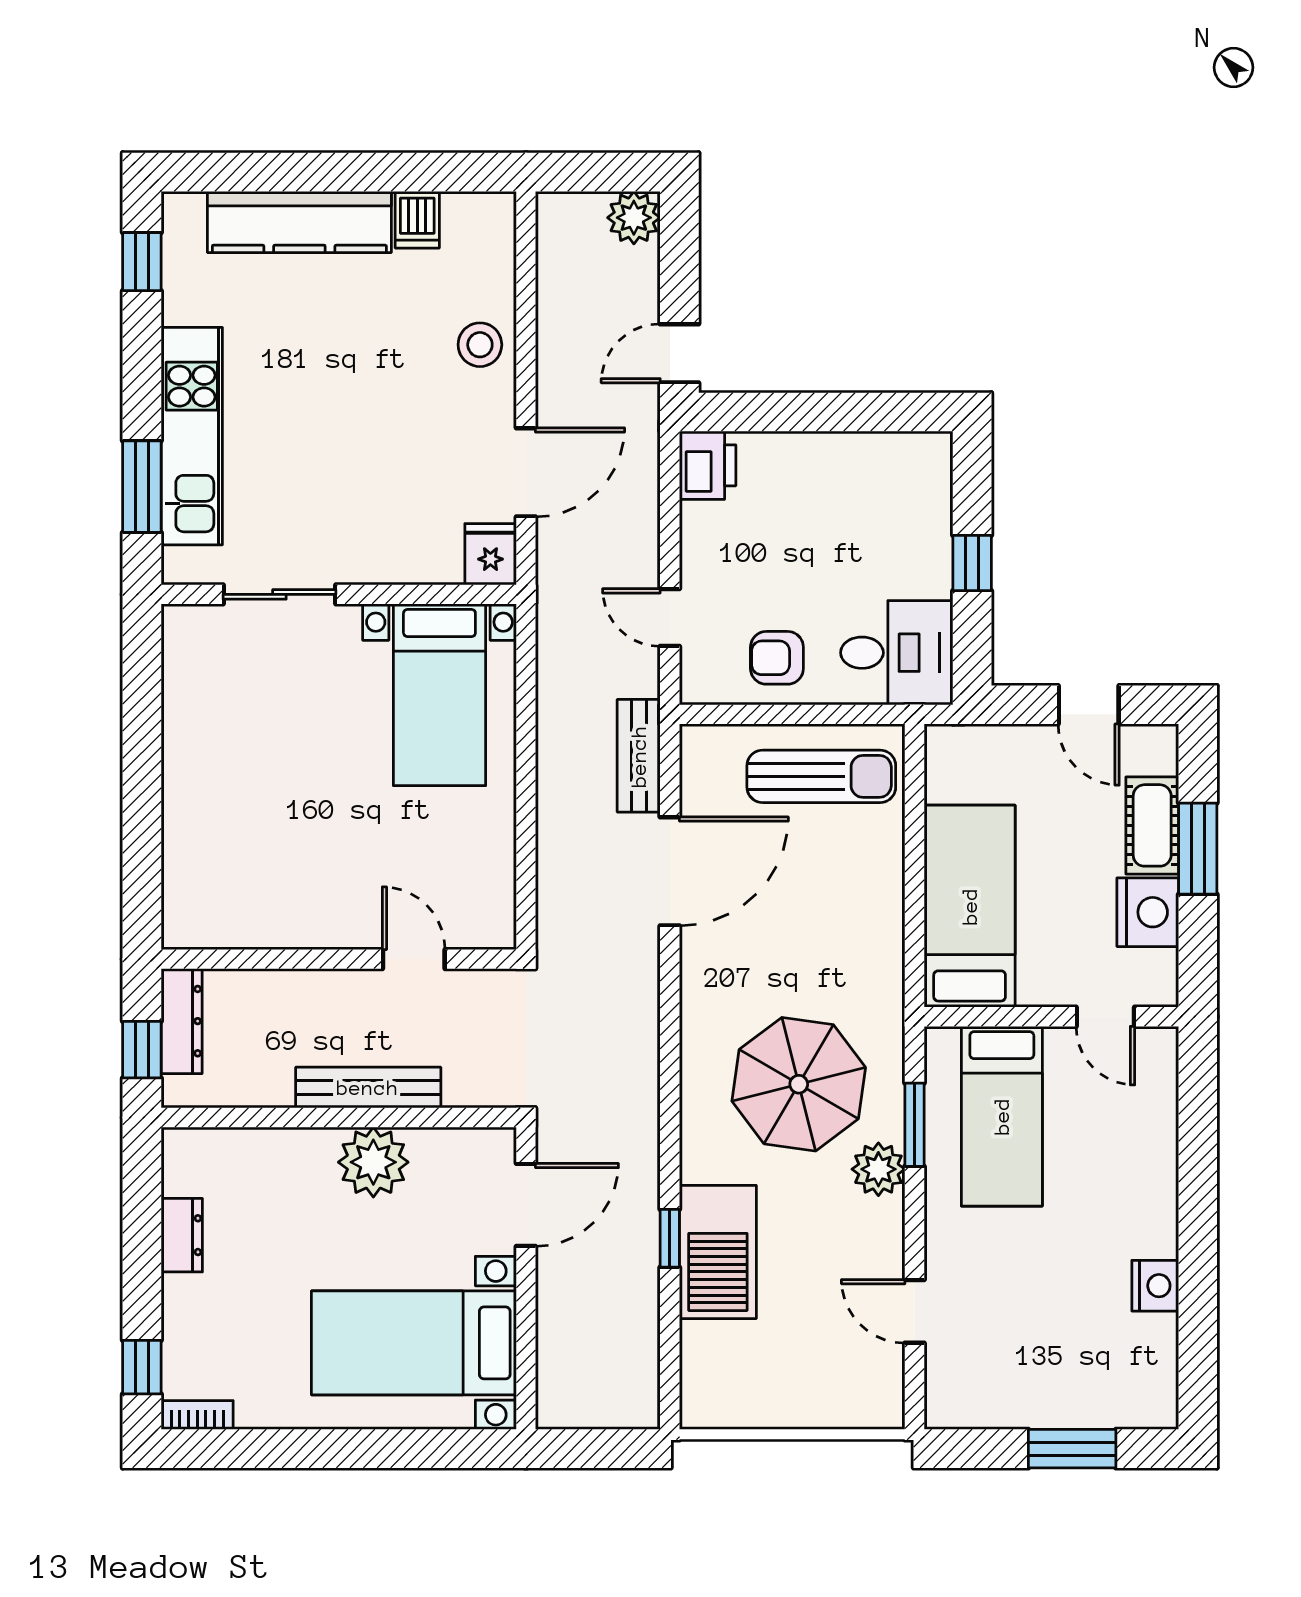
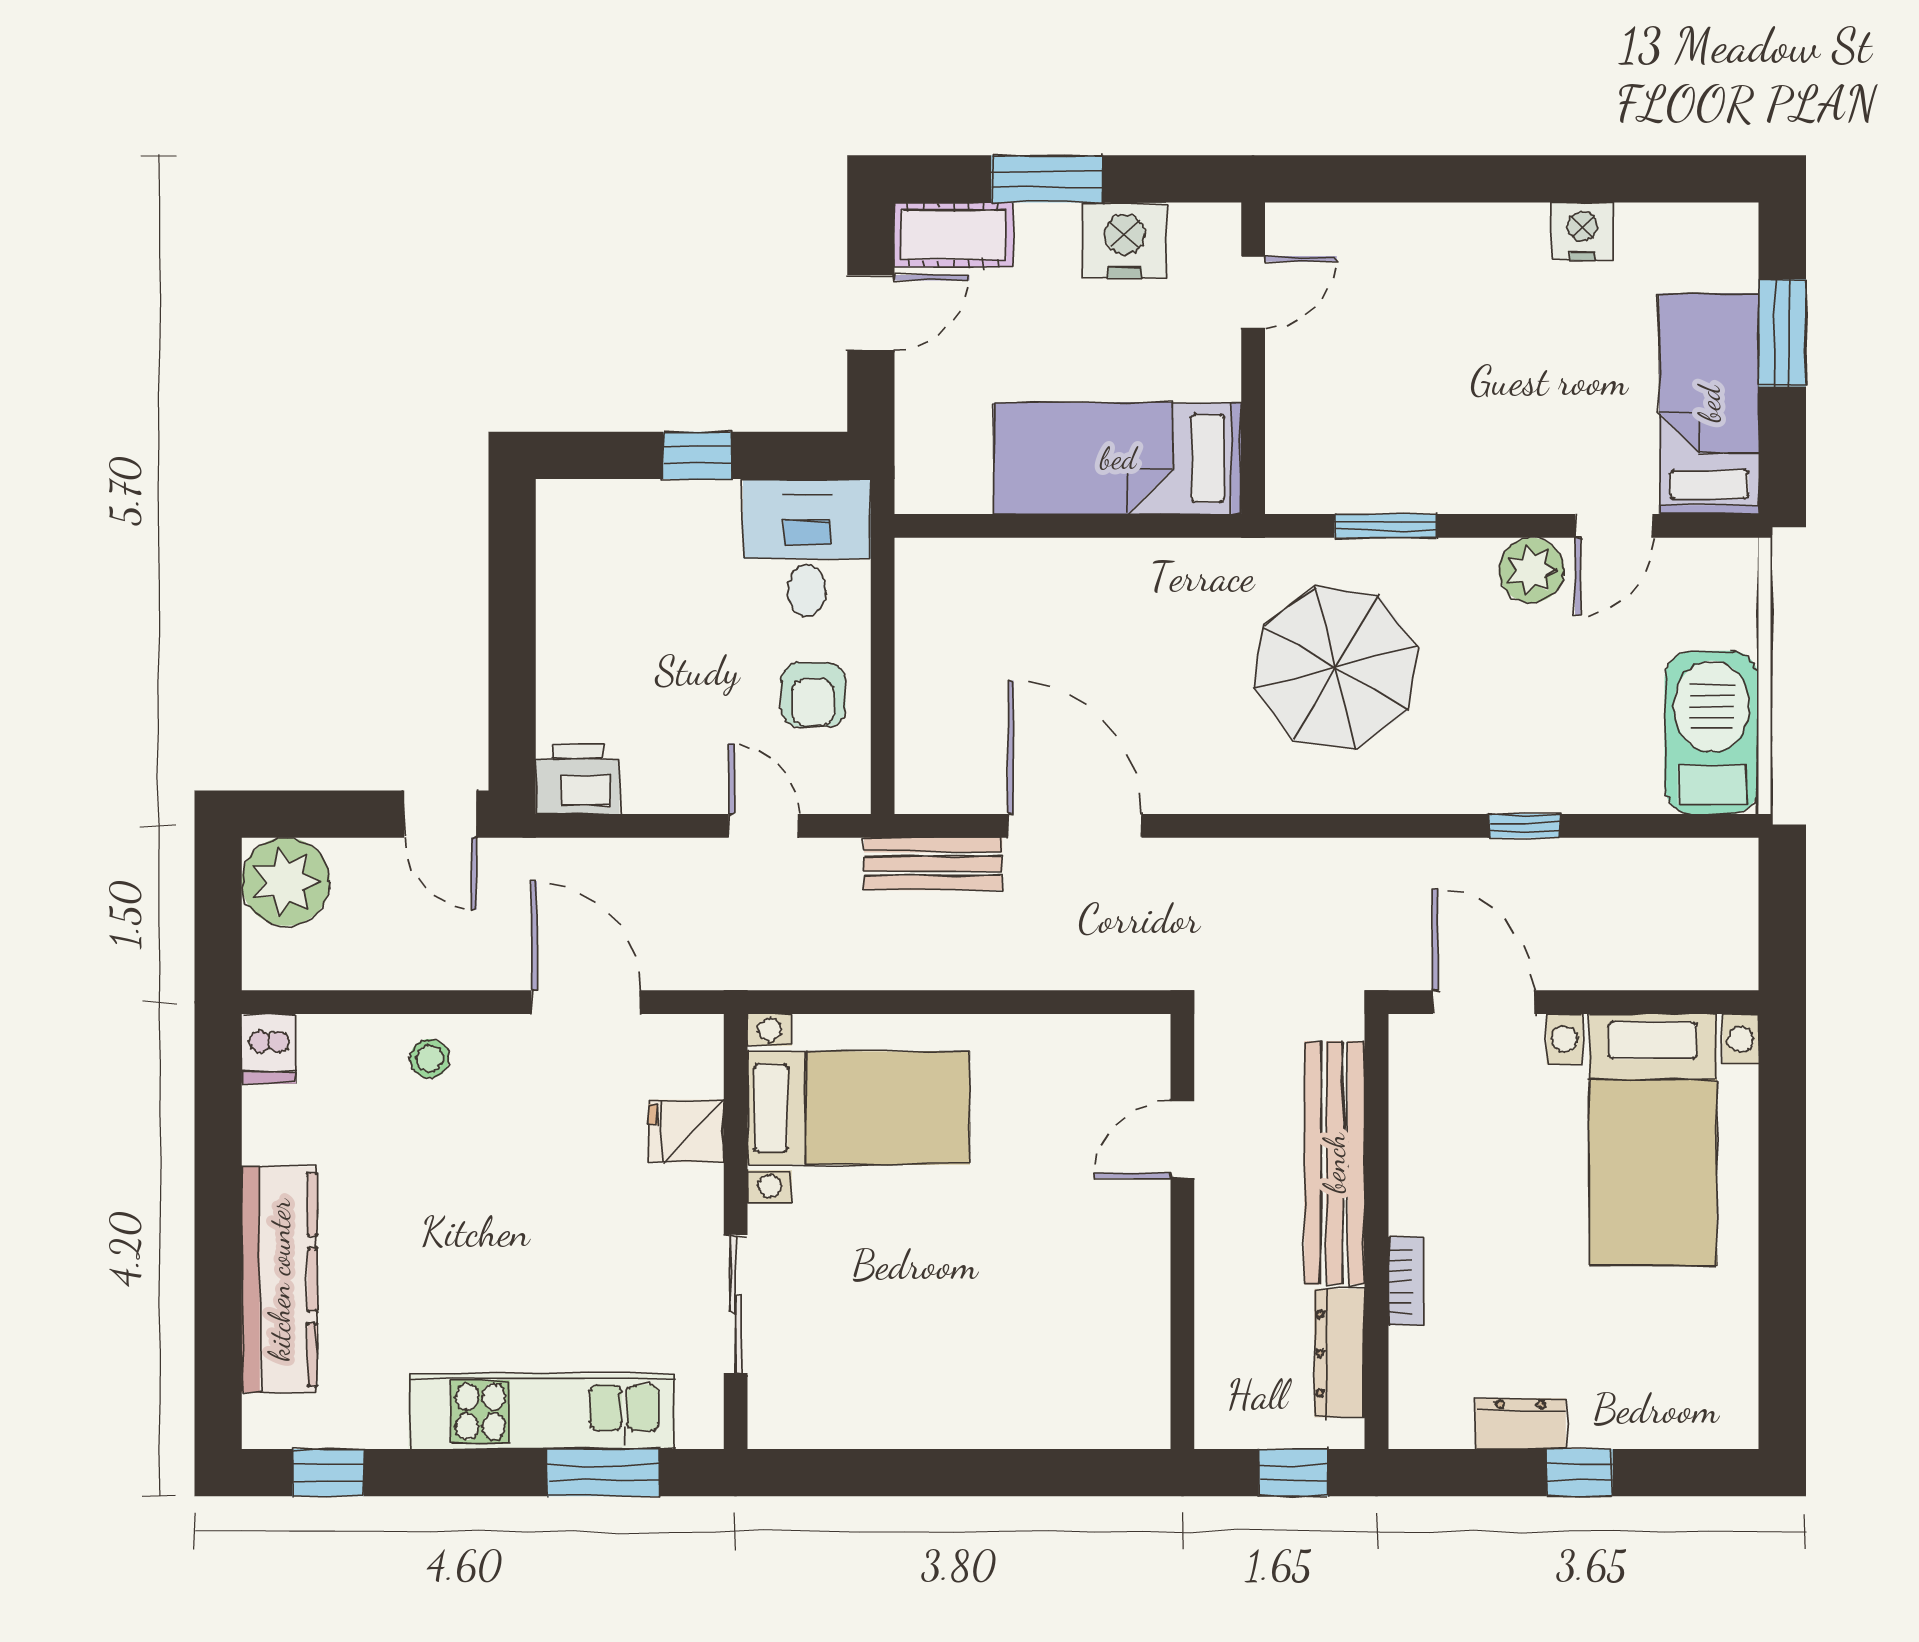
plant: (634, 218) -> (286, 882), width x1.36, depth x1.36
dishwasher: (417, 220) -> (269, 1049), moved, turned 90
stool: (480, 345) -> (430, 1058), width x0.73, depth x0.73
fridge: (490, 554) -> (686, 1131), moved
door: (670, 618) -> (764, 826), swing flipped
sun lounger: (821, 776) -> (959, 640), removed
cot: (1152, 825) -> (954, 235), moved
dresser: (182, 1021) -> (1340, 1353), moved, turned -90
bench: (368, 1088) -> (1334, 1163), width x1.37, depth x1.21
bed: (1002, 1116) -> (1709, 404), moved, turned -90
plant: (373, 1162) -> (1431, 1189), removed
plant: (878, 1169) -> (1531, 570), moved
barbecue: (718, 1252) -> (1712, 732), moved, turned -90
window: (142, 1367) -> (1580, 1473), moved
bookcase: (197, 1415) -> (1406, 1281), moved, turned 180

